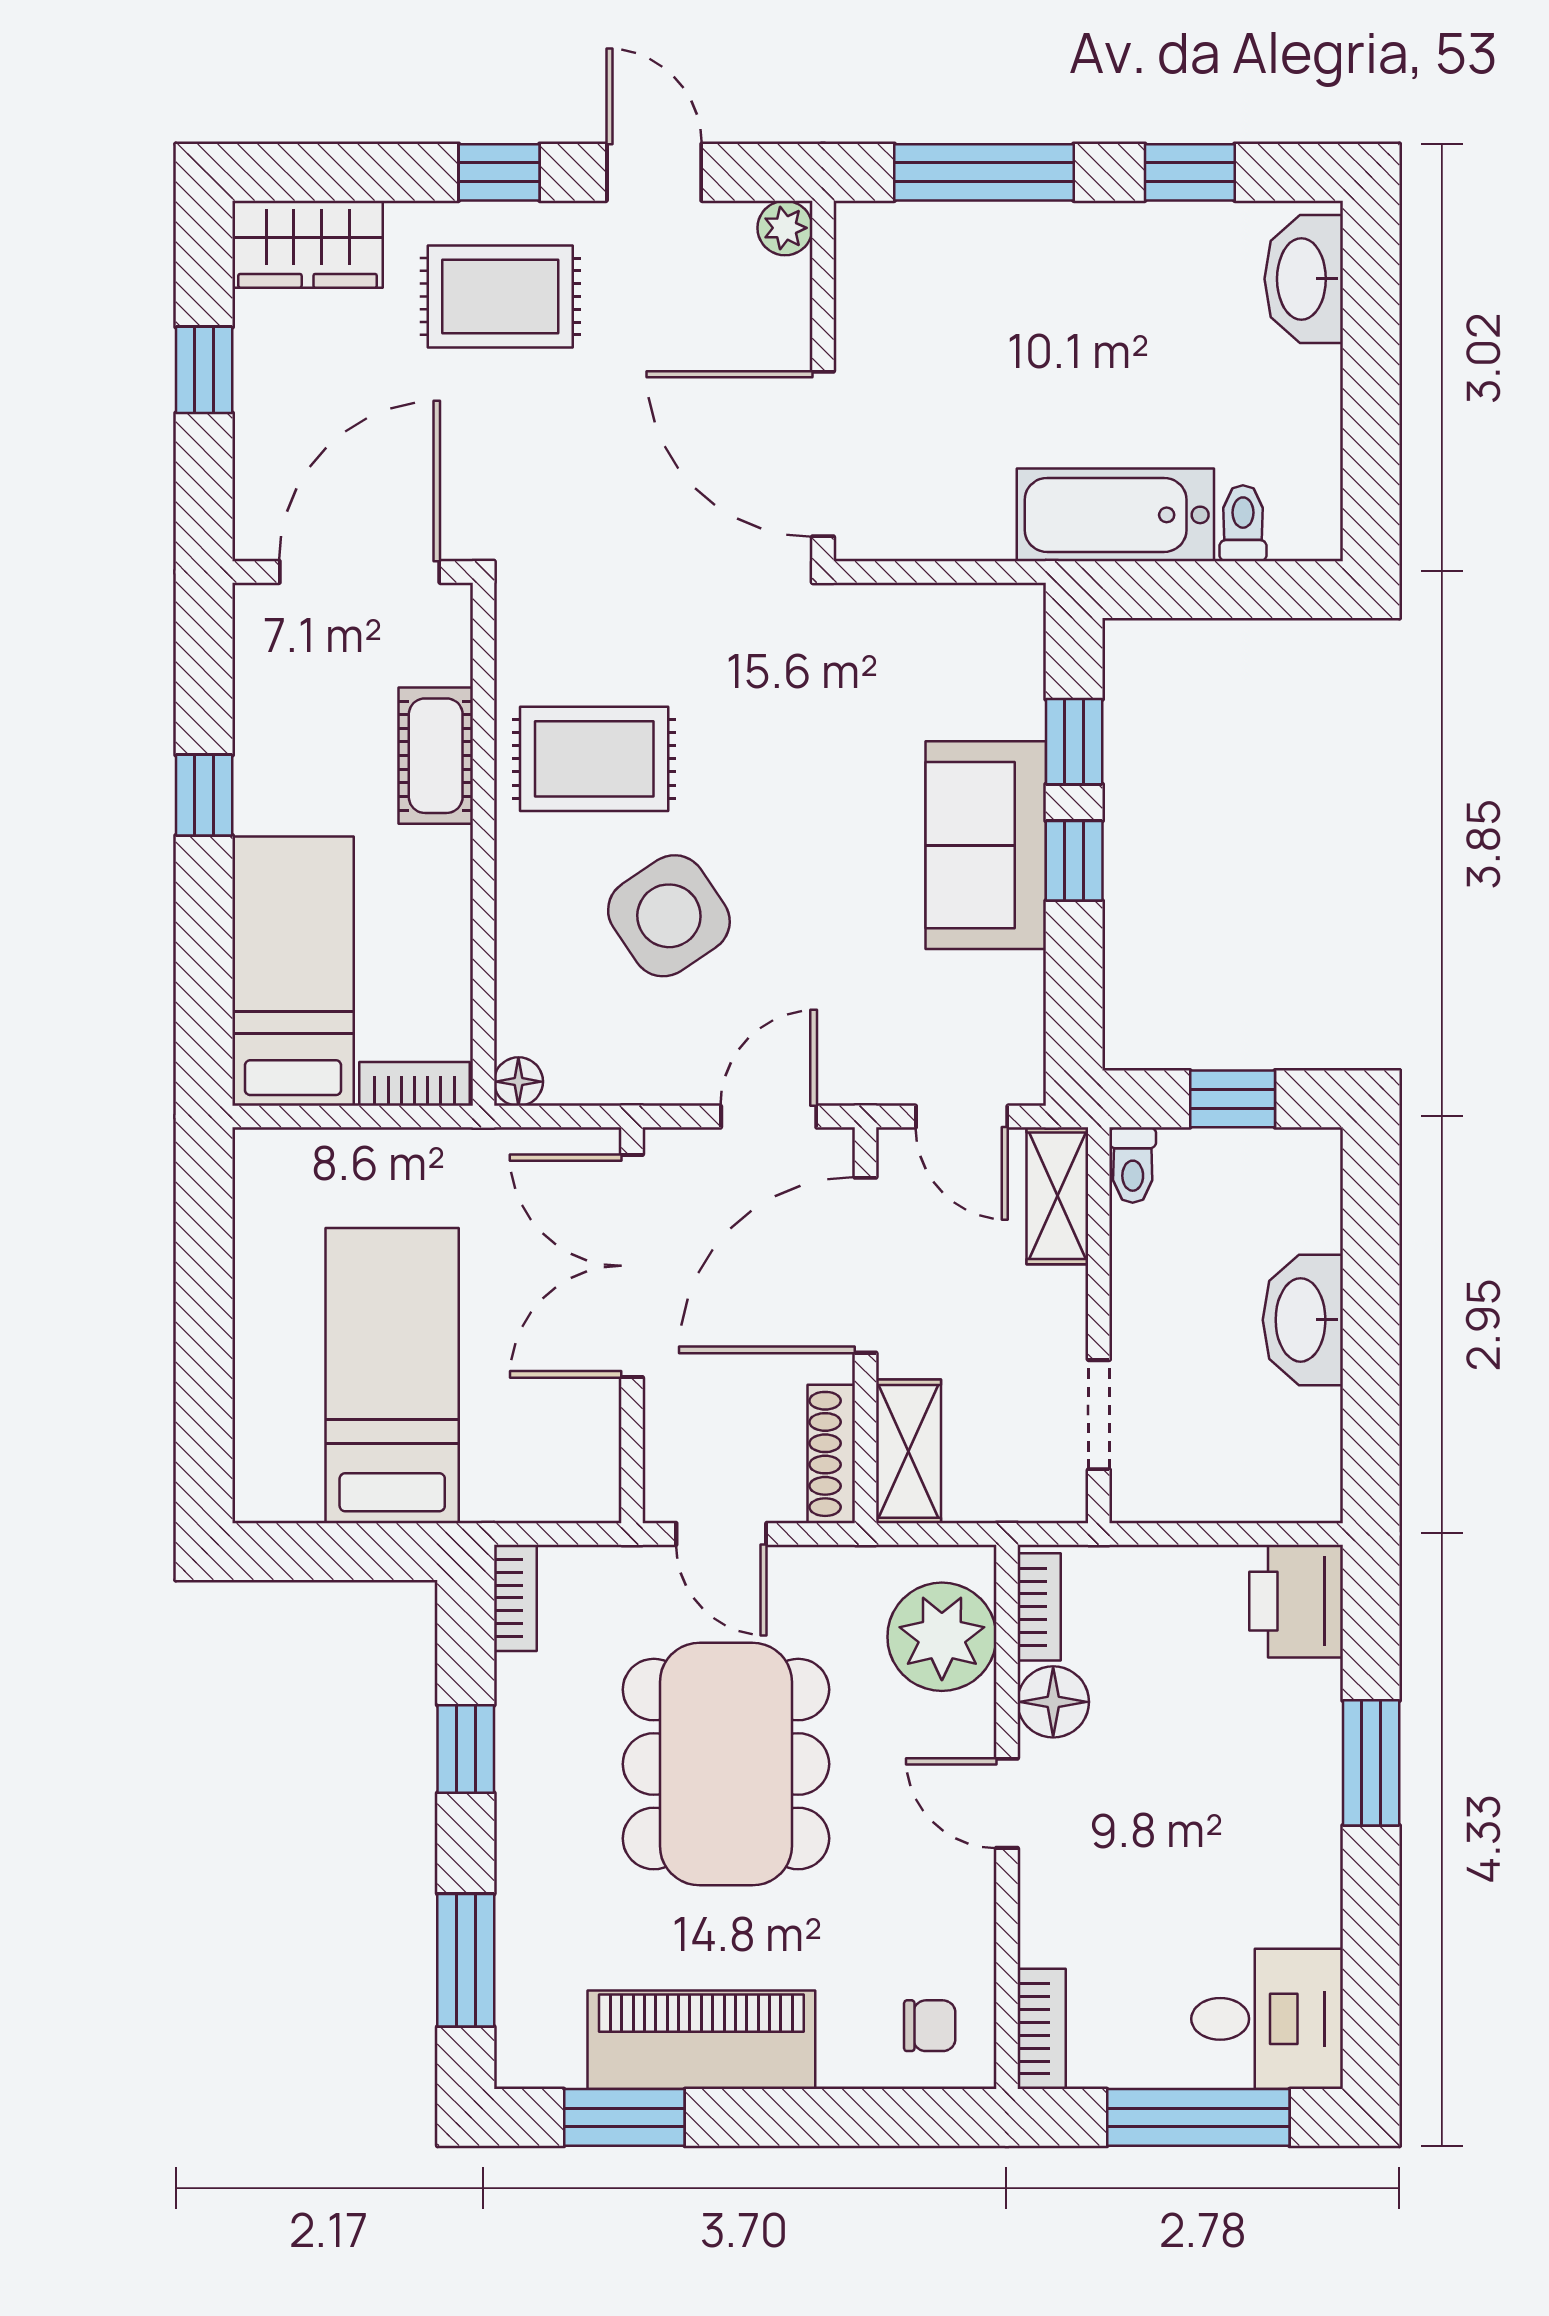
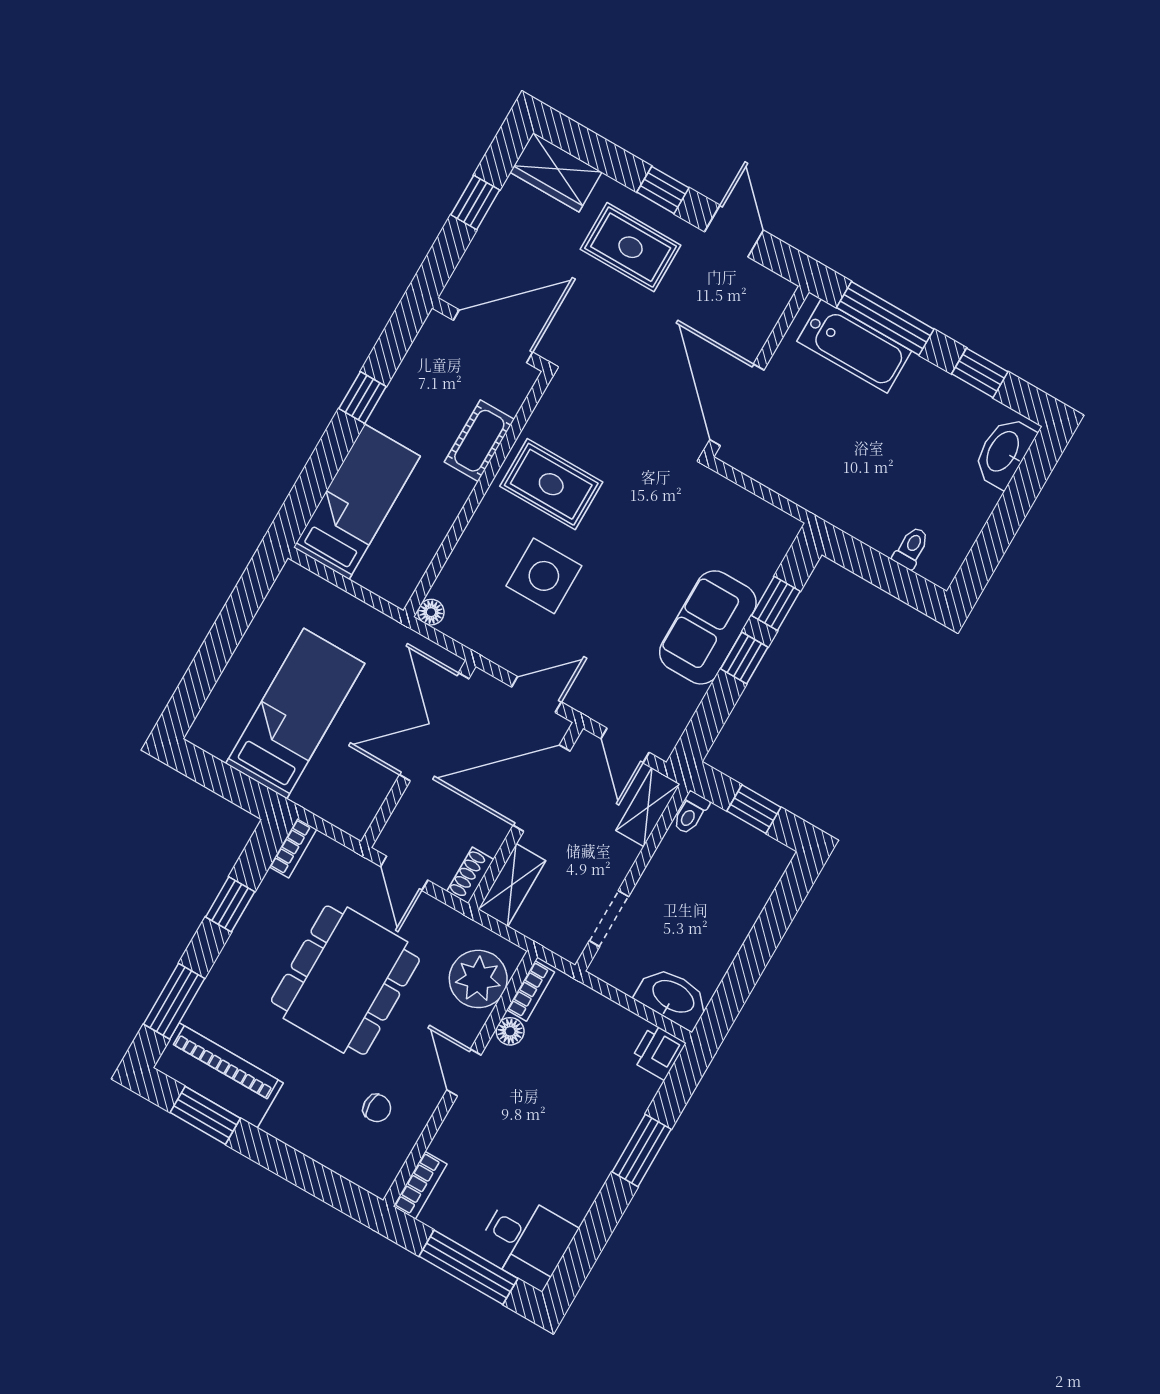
plant: (785, 228) -> (779, 291), removed
bathtub: (1115, 515) -> (854, 346), moved, turned 180
side table: (669, 916) -> (544, 576), turned 34
bookcase: (414, 1084) -> (383, 586), removed
washbasin: (1303, 1320) -> (673, 997), moved, turned 90
shoe rack: (831, 1454) -> (470, 875), width x0.70
printer: (1296, 1601) -> (658, 1052), width x0.73, depth x0.81
floor lamp: (1053, 1702) -> (510, 1031), width x0.73, depth x0.73
chair: (930, 2026) -> (377, 1108), moved
piano: (701, 2040) -> (218, 1075), moved

